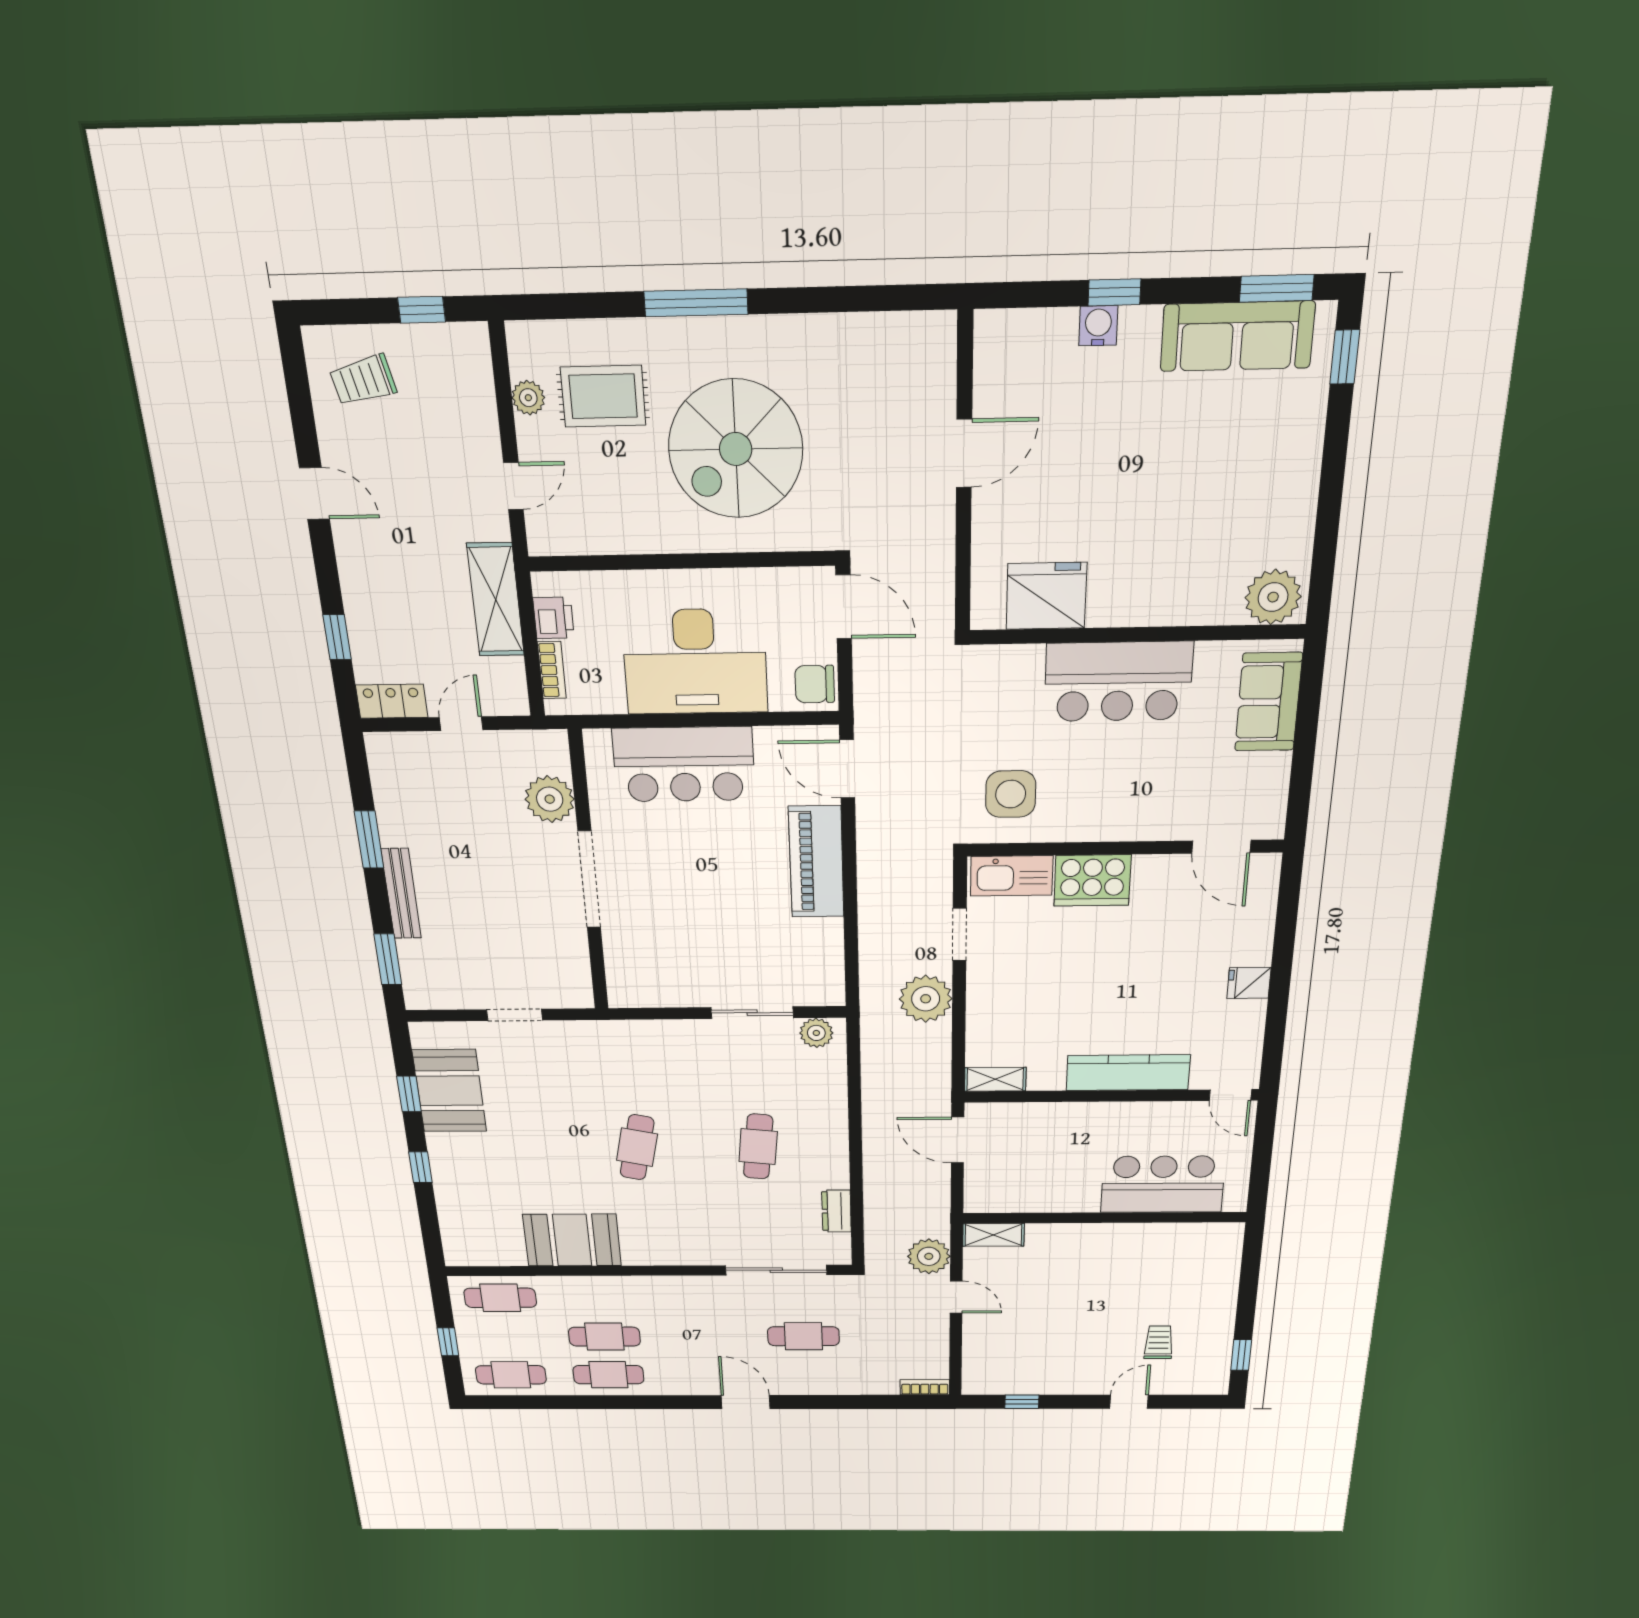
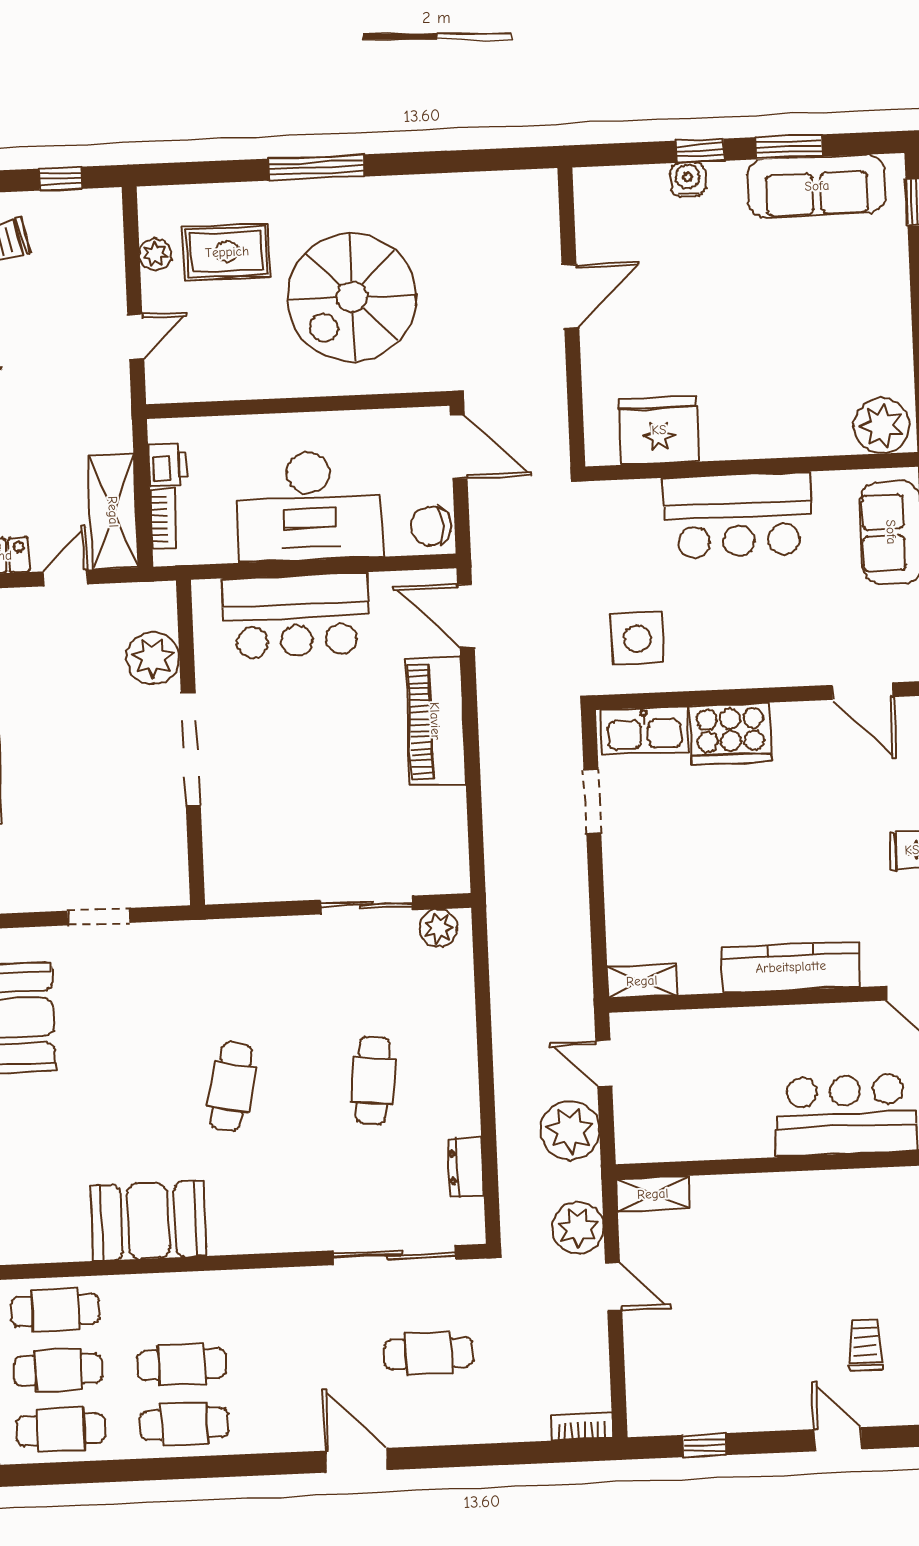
window: (1277, 288) -> (789, 147), moved
shelving: (496, 600) -> (113, 512), moved
plant: (926, 999) -> (570, 1131), moved
door: (958, 1140) -> (604, 1063), width x0.73
cafe table: (506, 1337) -> (58, 1370), added
door: (1129, 1402) -> (838, 1439), hinge flipped

